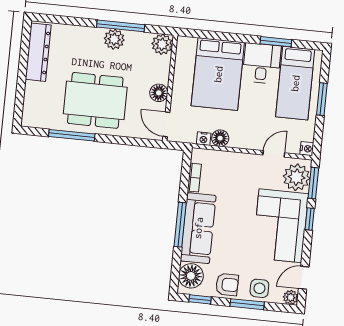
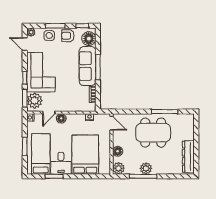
floor lamp: (159, 93) -> (118, 151), moved
floor lamp: (220, 138) -> (61, 118), moved
door: (304, 278) -> (25, 44), swing flipped

